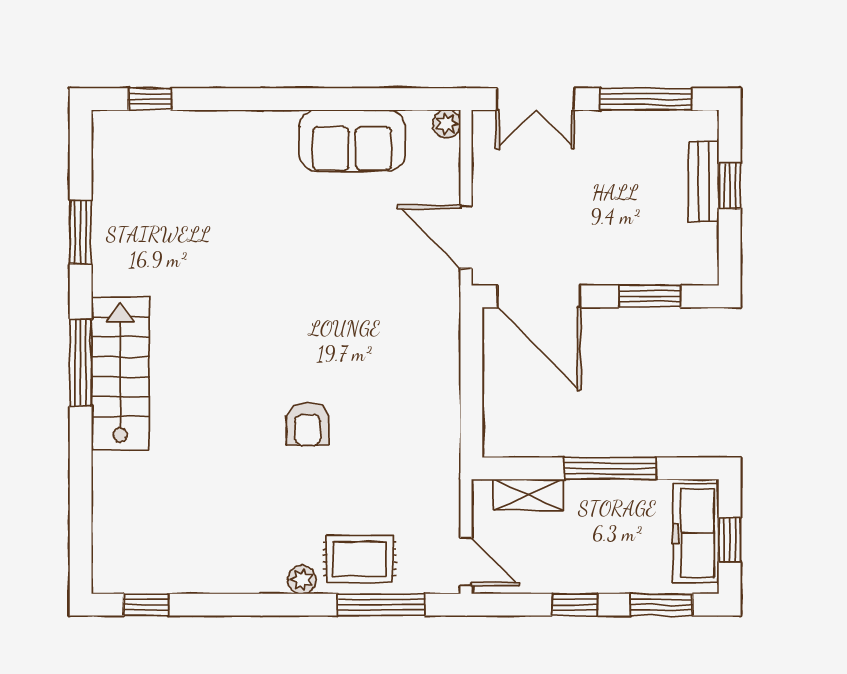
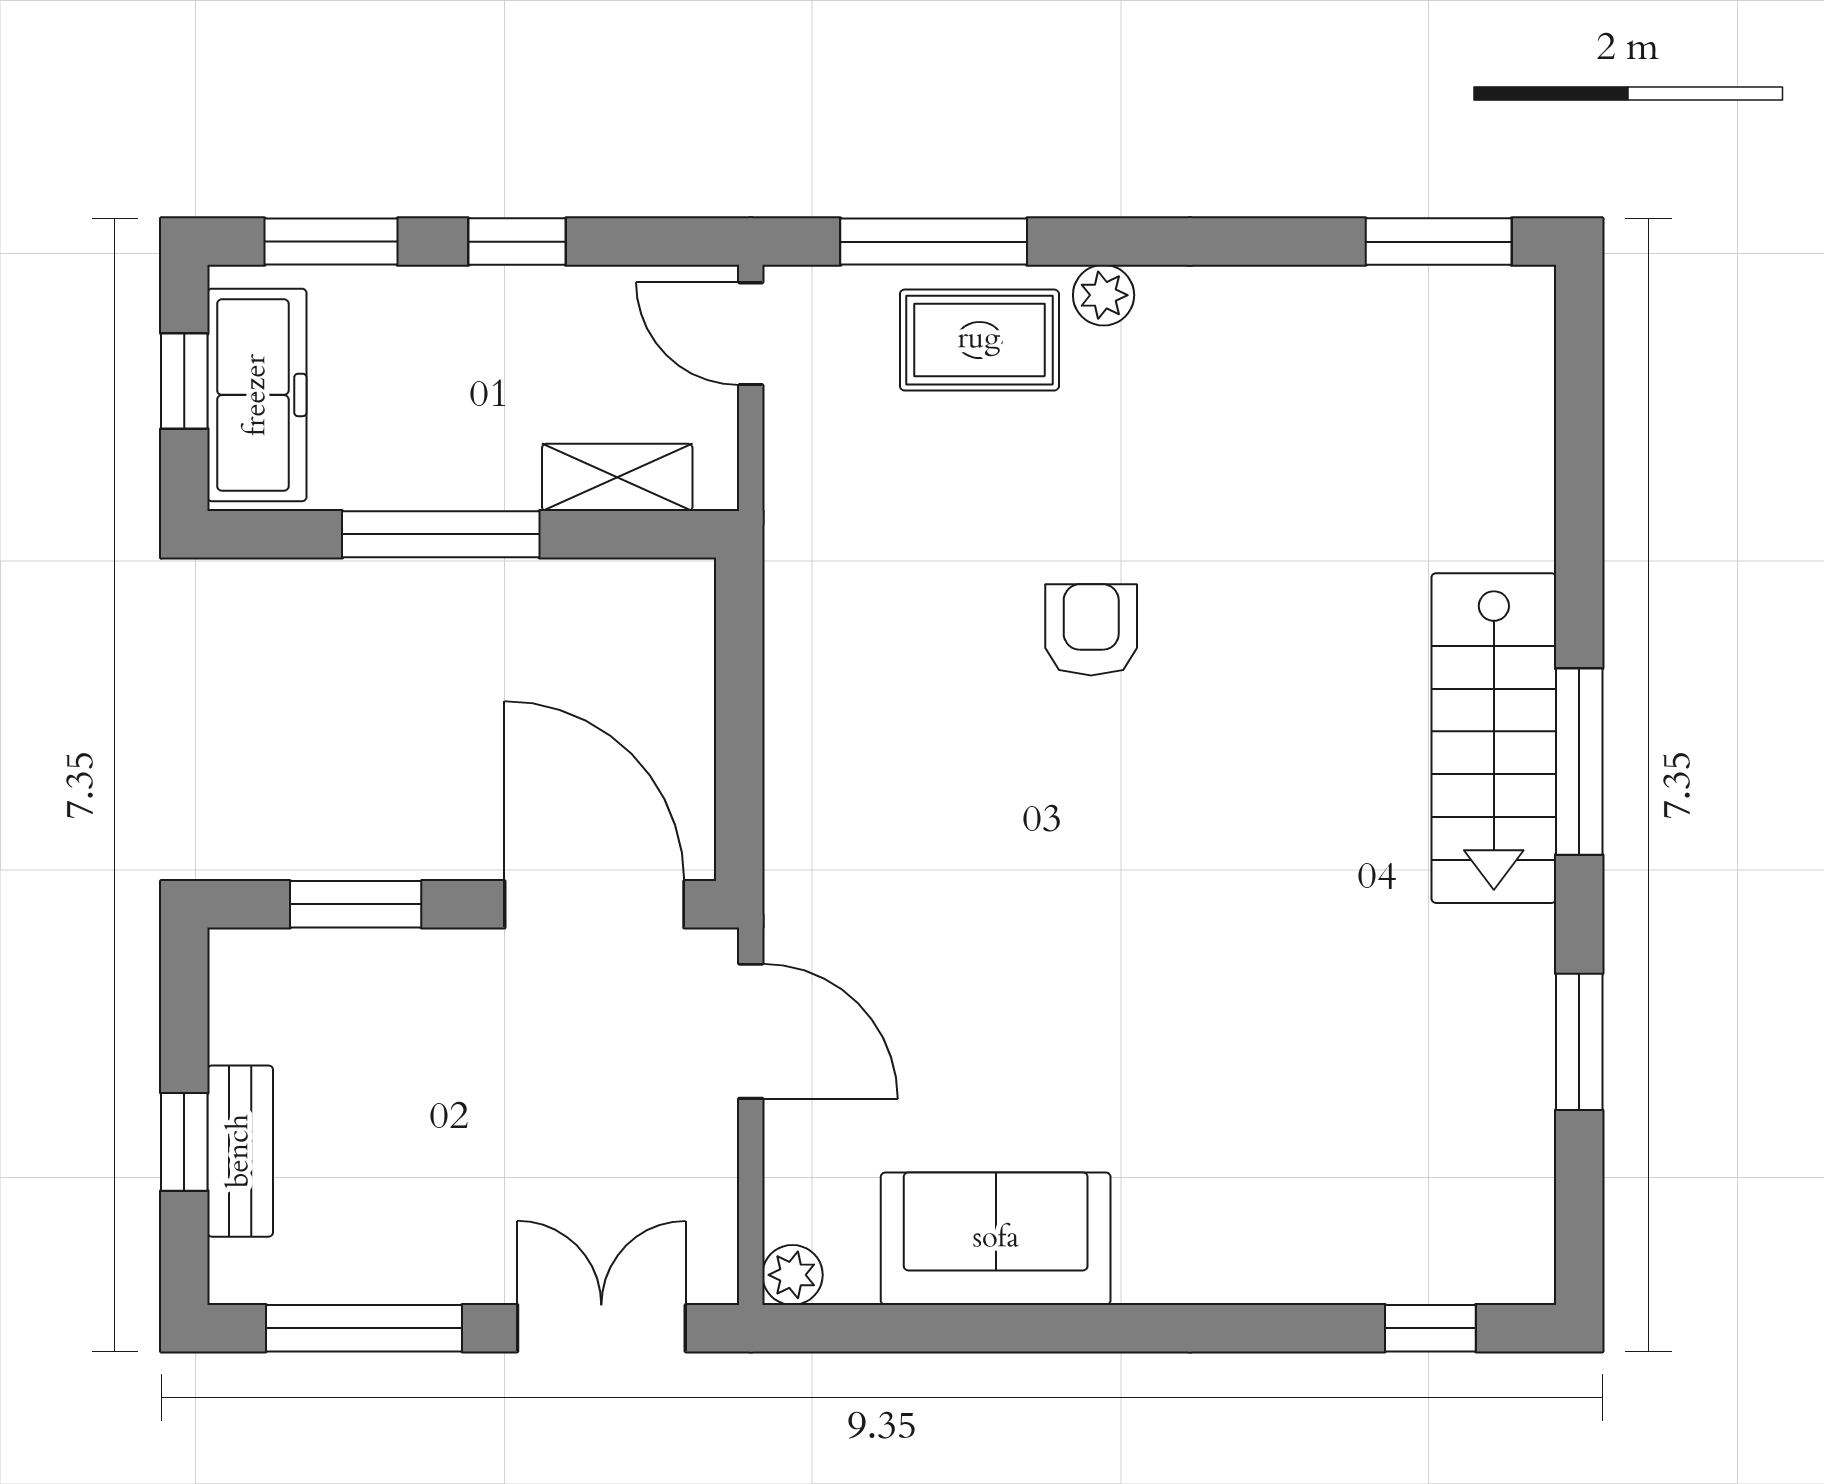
window: (146, 605) -> (1439, 242), width x1.50

